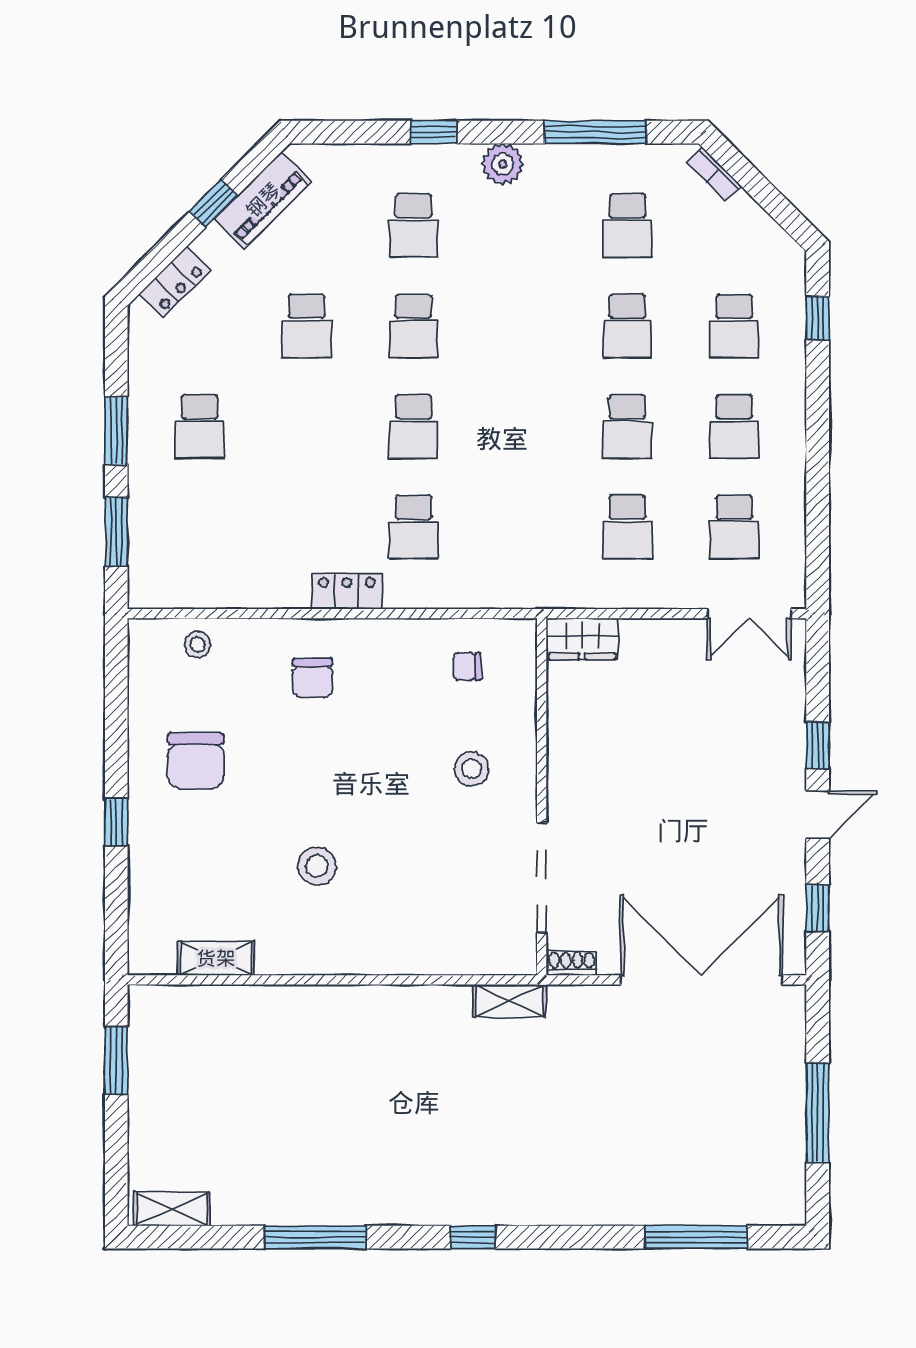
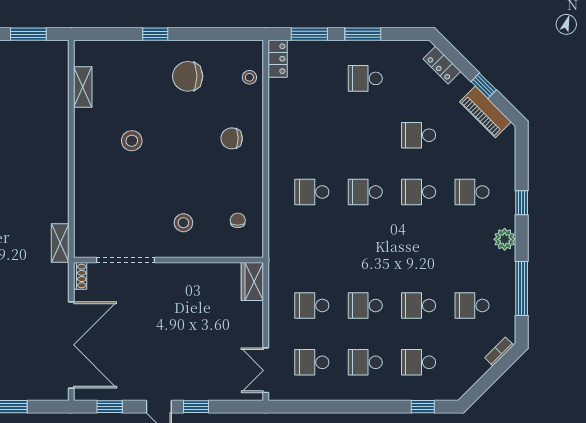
locker: (347, 591) -> (278, 59), moved

